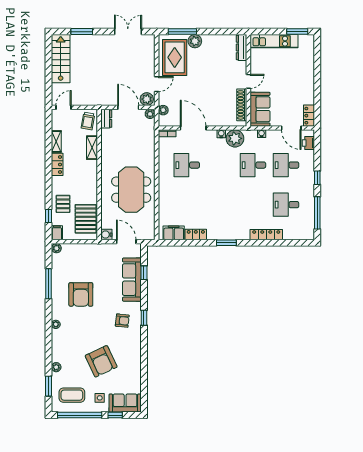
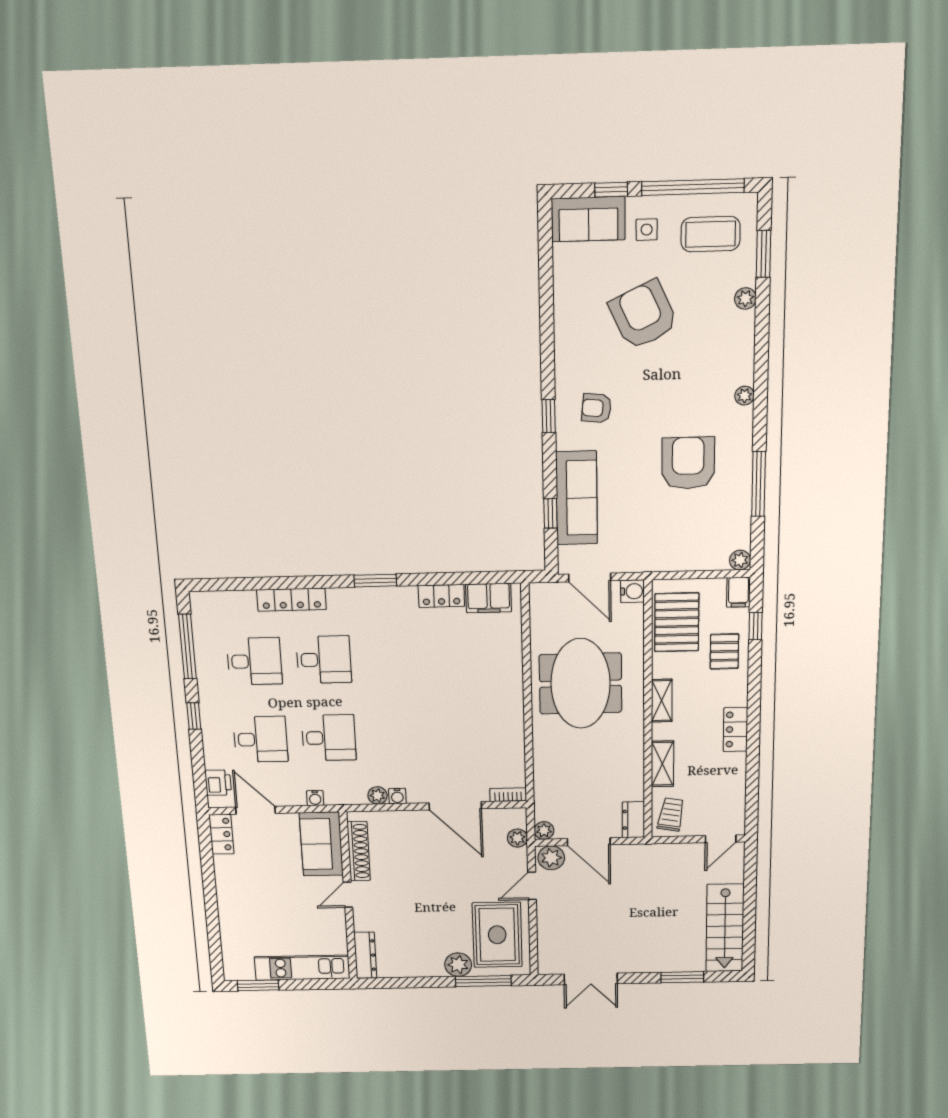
plant: (235, 138) -> (378, 795), width x0.53, depth x0.53
shelving: (56, 142) -> (662, 701), moved
desk: (187, 165) -> (324, 660), moved

